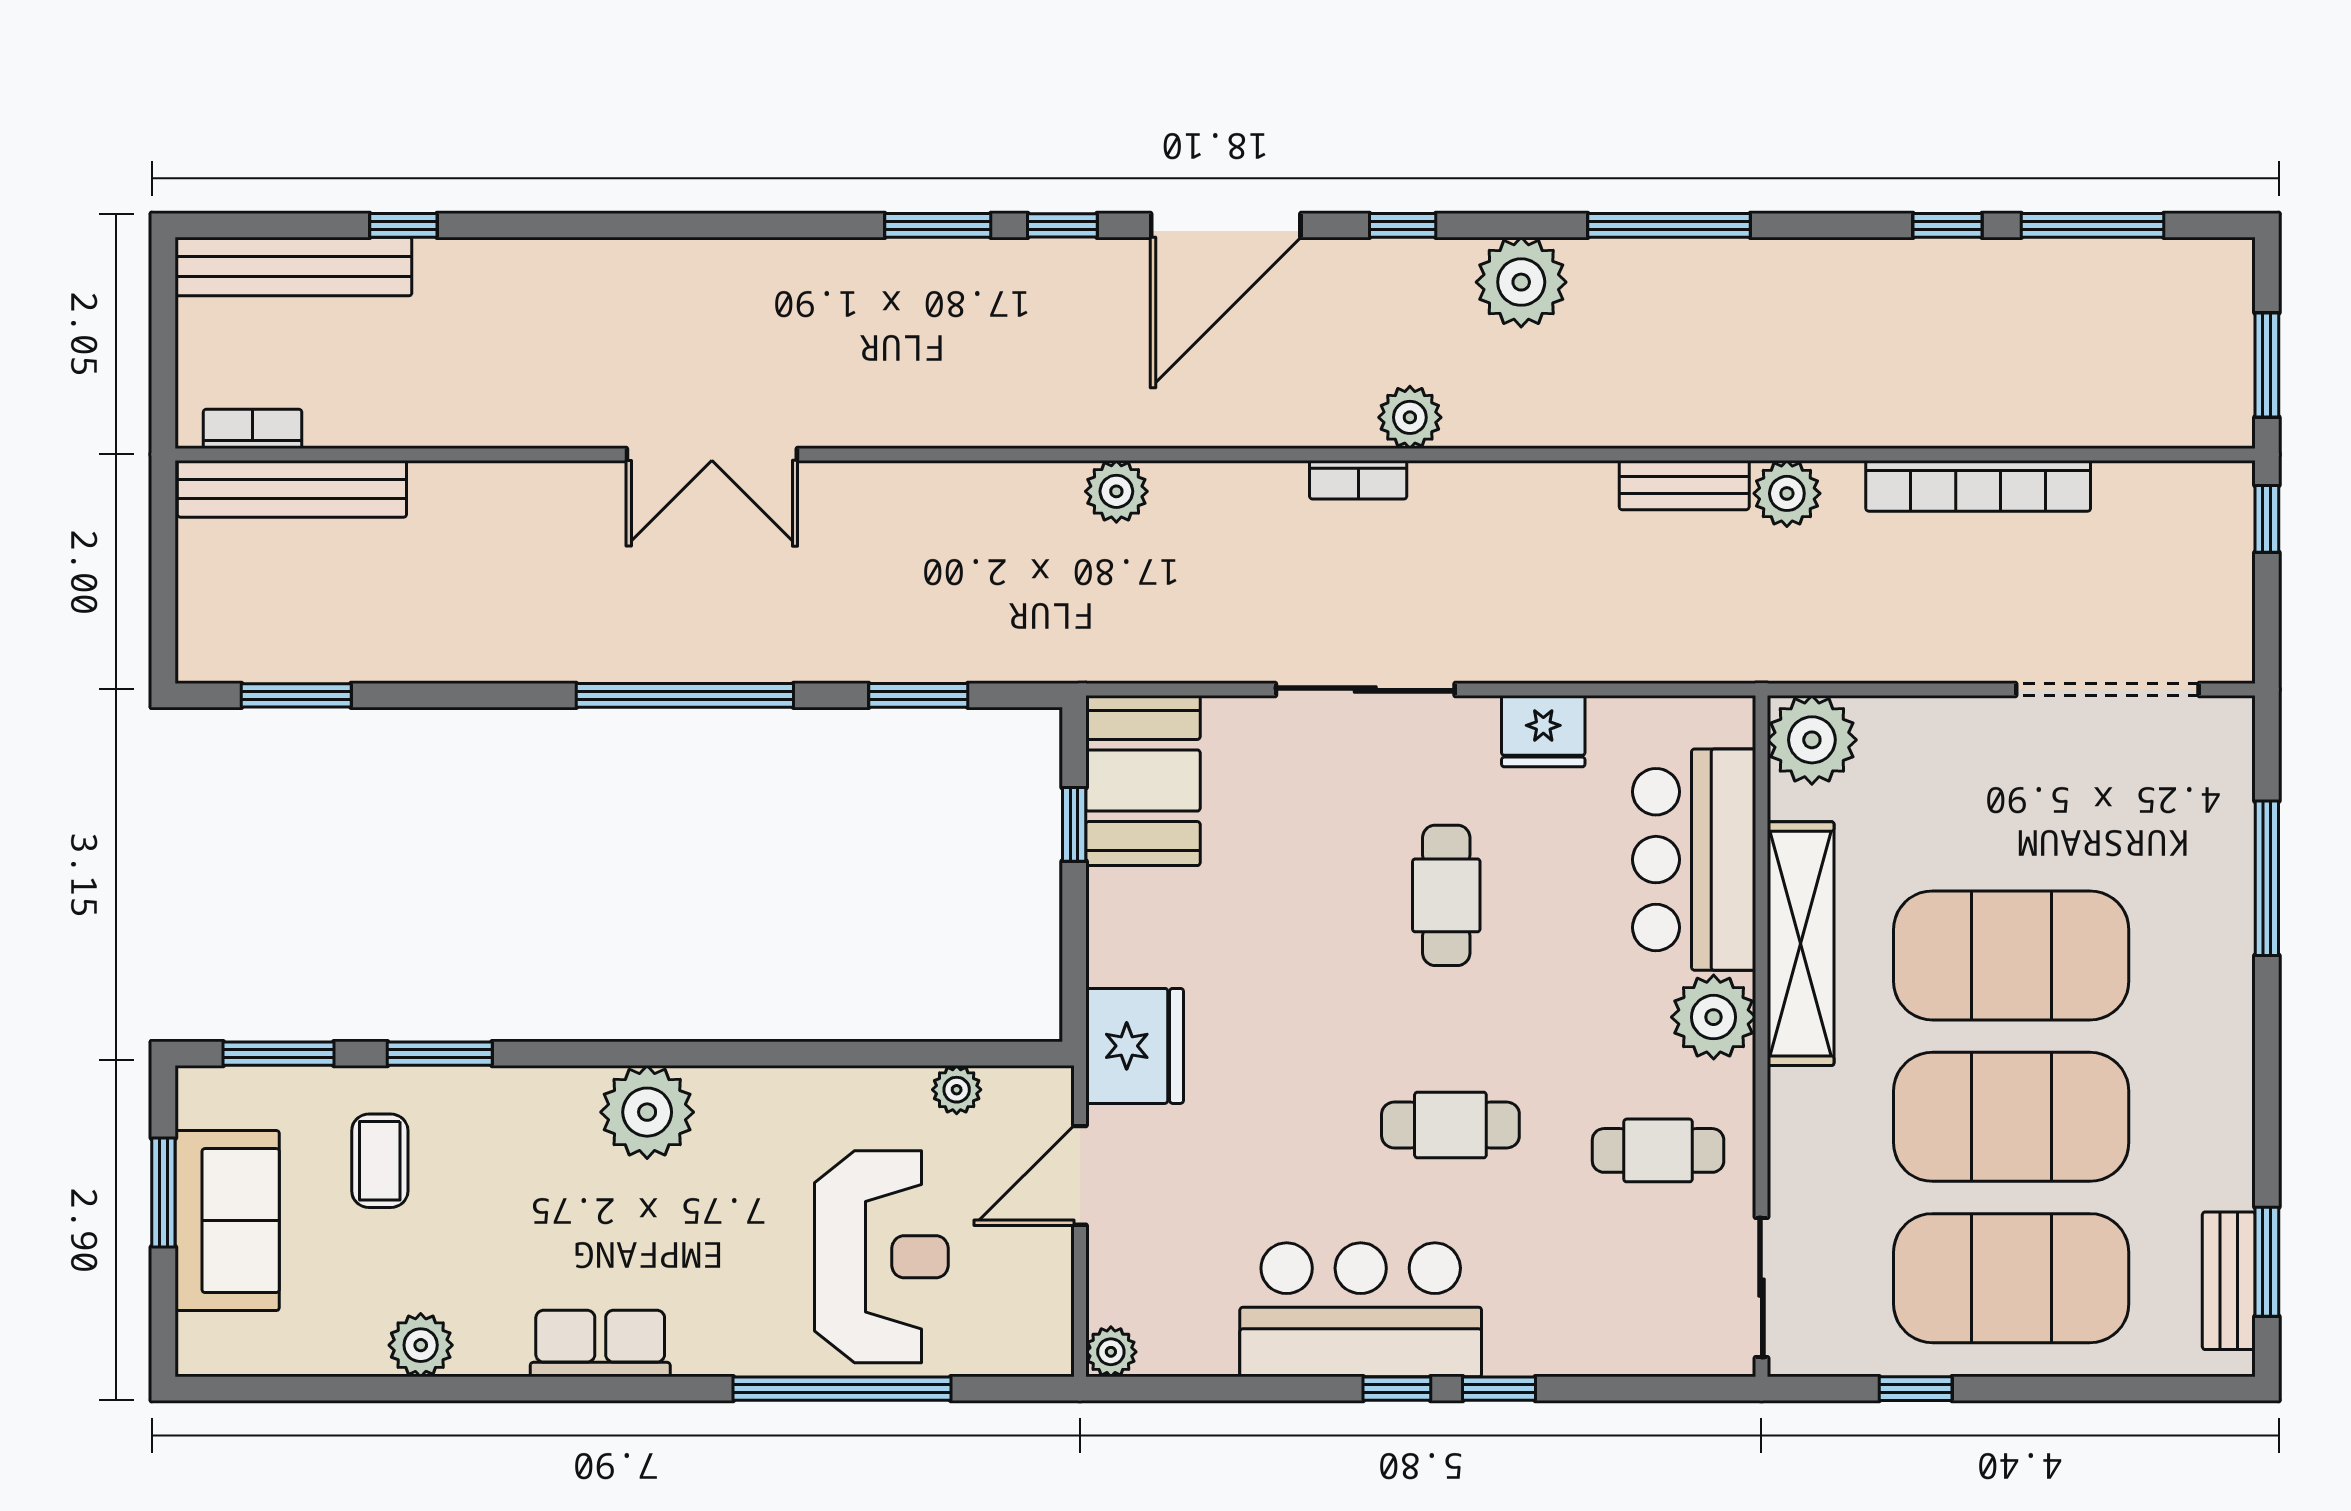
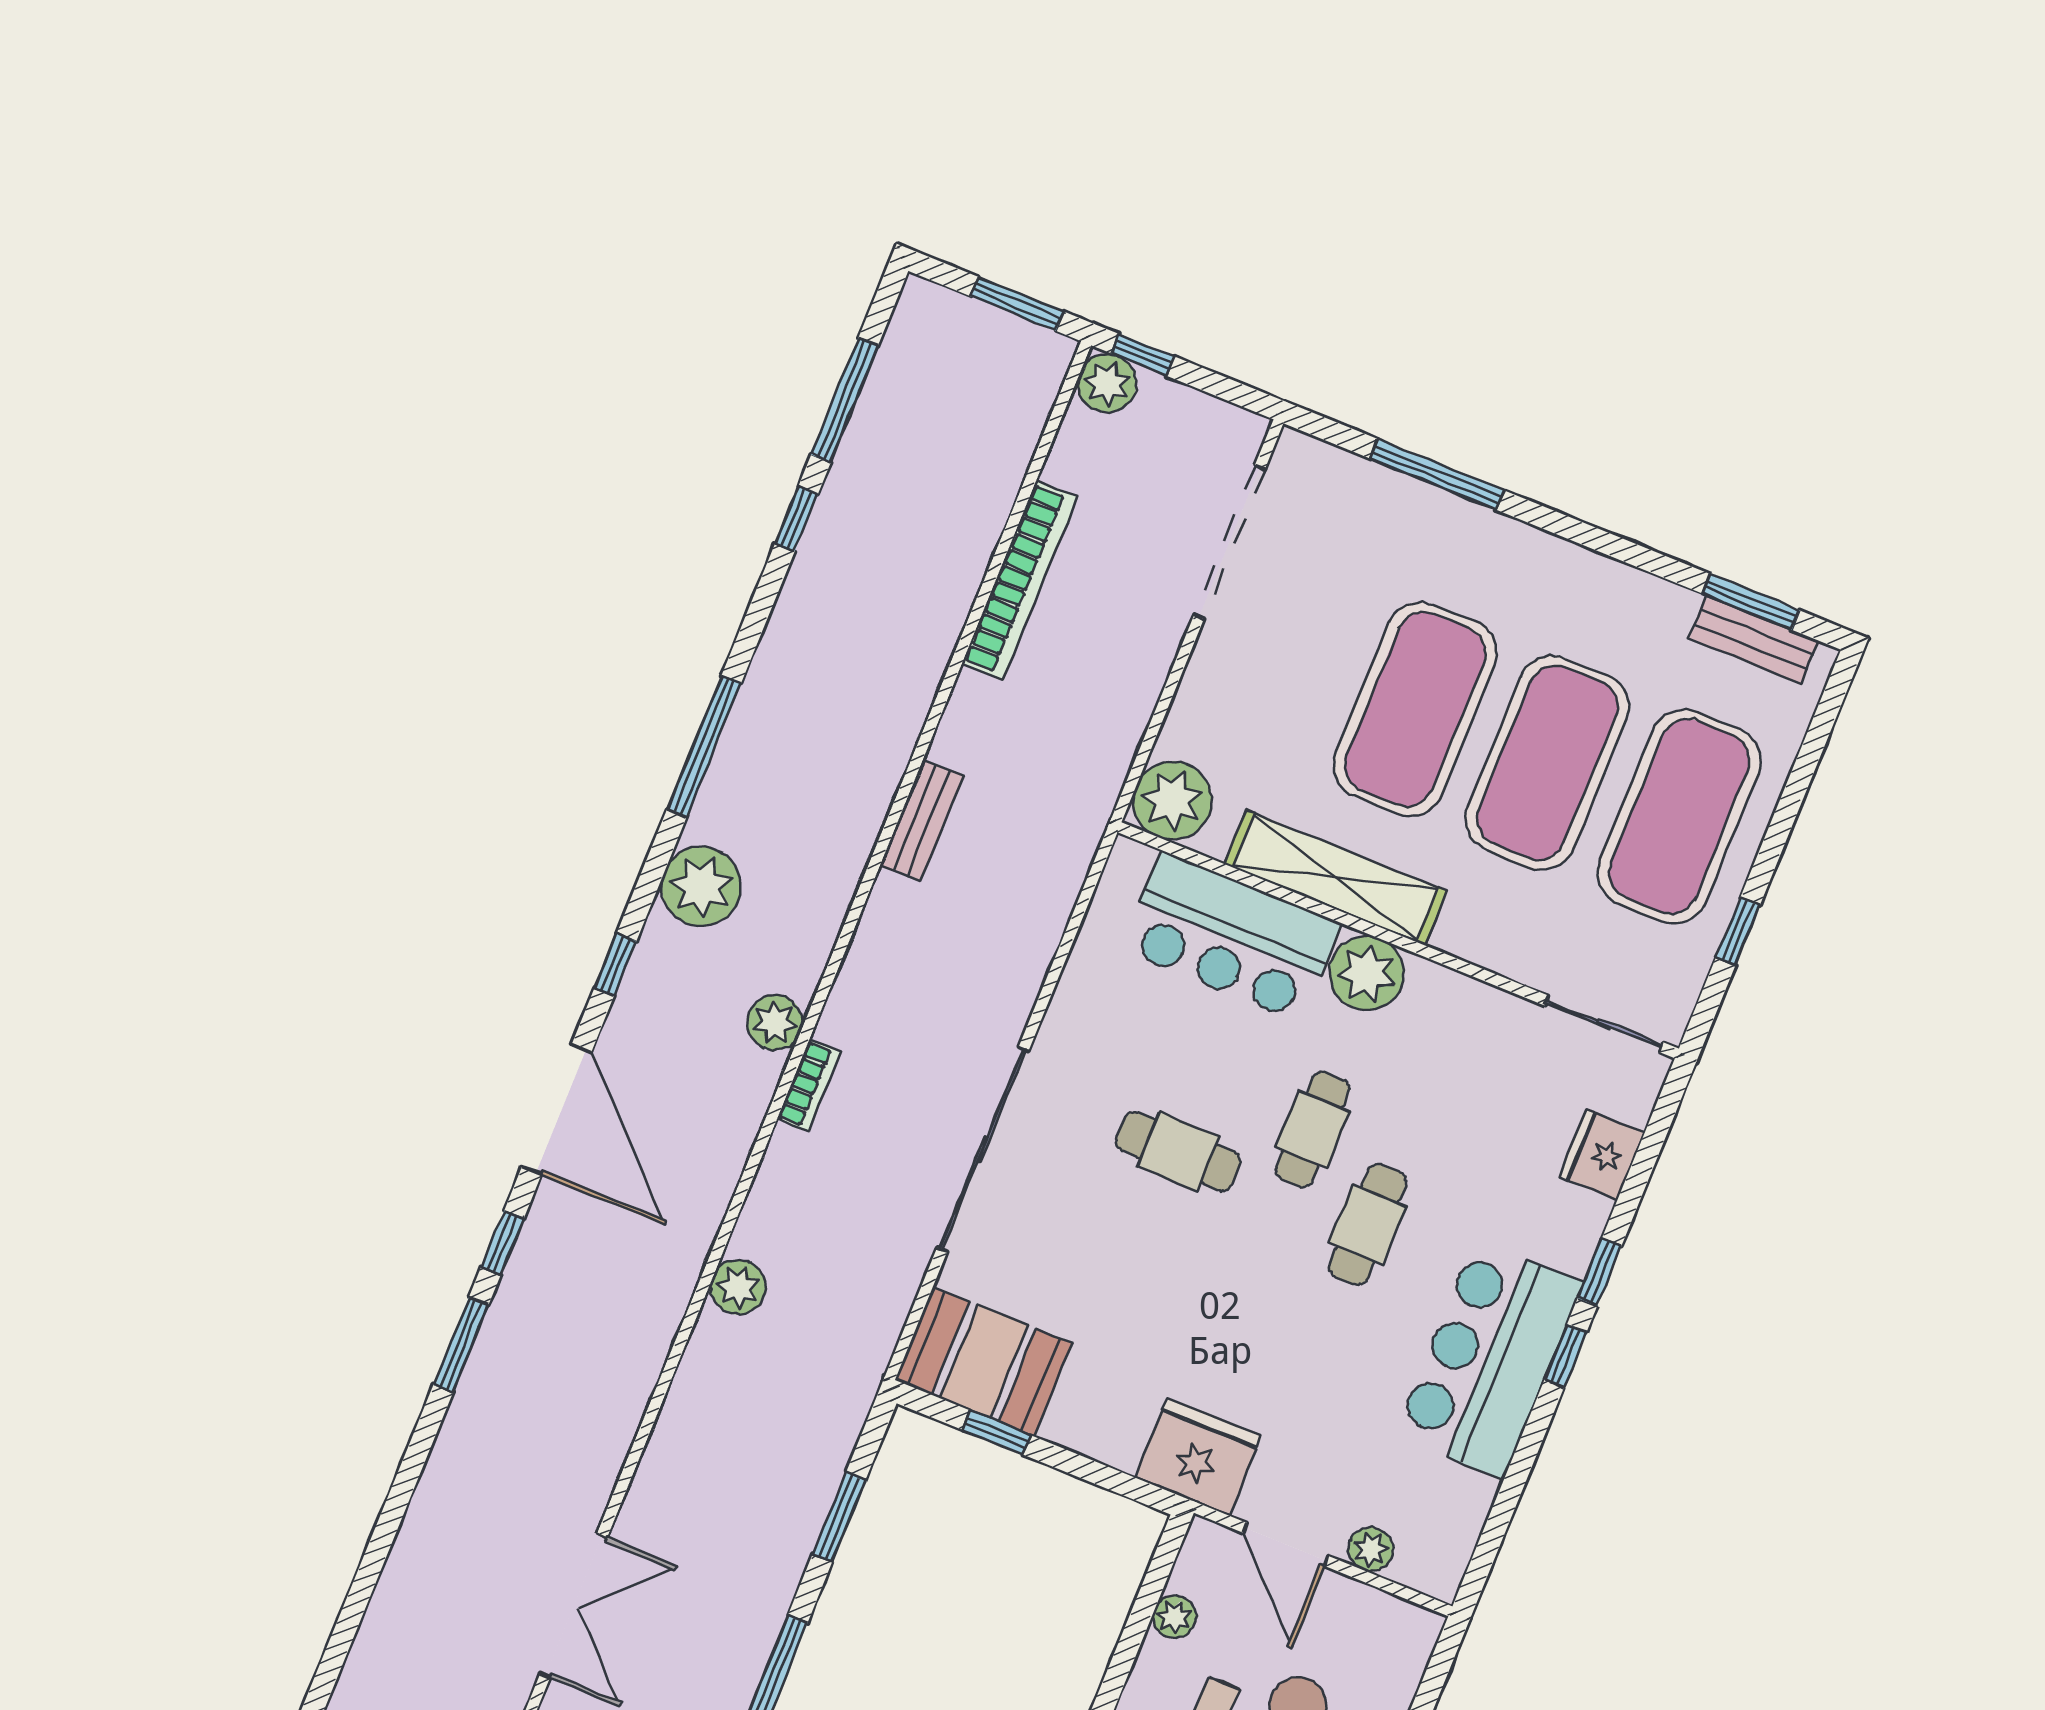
plant: (1787, 493) -> (1107, 383), moved
sliding door: (1365, 689) -> (983, 1149), width x1.36
fridge: (1543, 731) -> (1602, 1155), moved, turned 180
cafe table: (1658, 1150) -> (1313, 1129), moved
plant: (1111, 1352) -> (1371, 1549), moved

